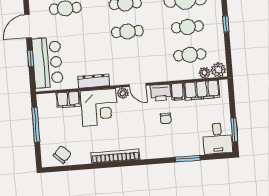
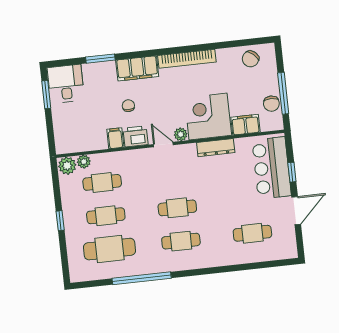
filing cabinet: (202, 90) -> (137, 68), moved, turned 180
chair: (46, 116) -> (271, 104), added

